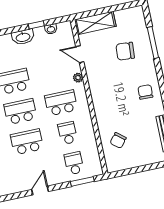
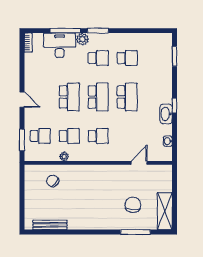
shelving: (95, 23) -> (165, 211), moved
window: (36, 25) -> (174, 106), moved
plant: (78, 78) -> (64, 156), moved
chair: (145, 92) -> (92, 215), removed
school desk: (61, 103) -> (98, 136), width x0.54

